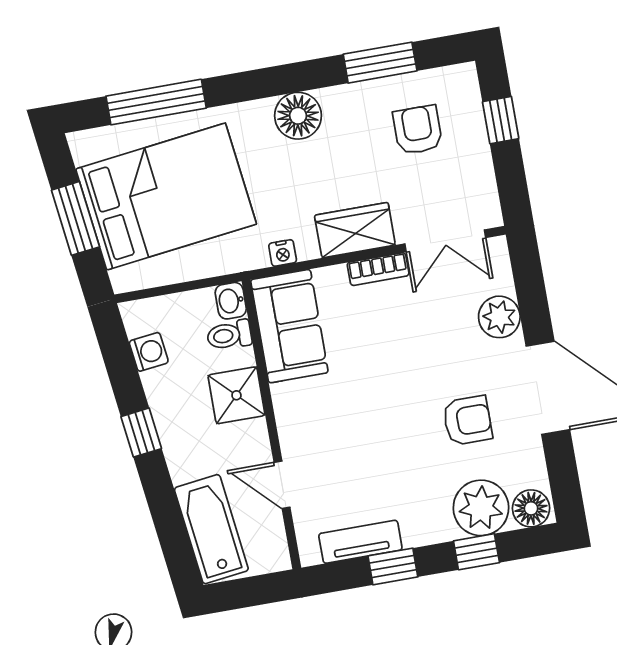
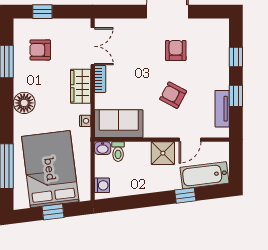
window: (75, 218) -> (53, 212), width x0.67
plant: (499, 317) -> (131, 28), removed
washing machine: (149, 352) -> (102, 185), moved, turned 97
shower: (236, 395) -> (163, 153), moved
armchair: (371, 432) -> (173, 95), added
window: (141, 433) -> (185, 195), moved
plant: (481, 508) -> (216, 51), removed
floor lamp: (531, 508) -> (221, 29), removed

